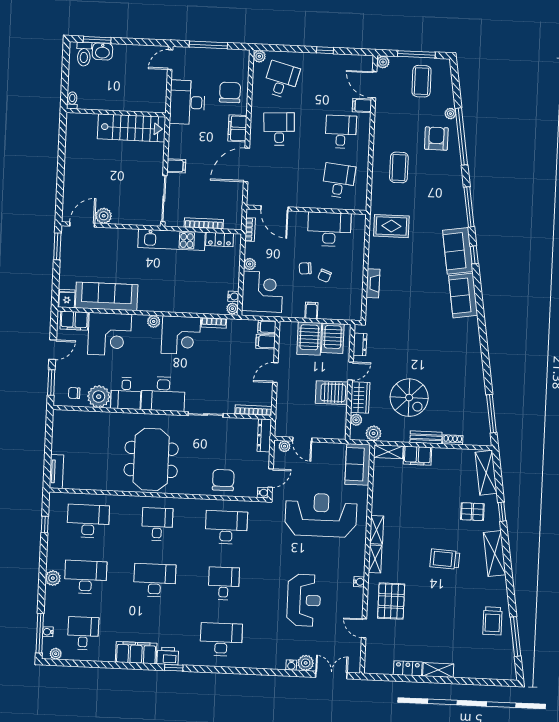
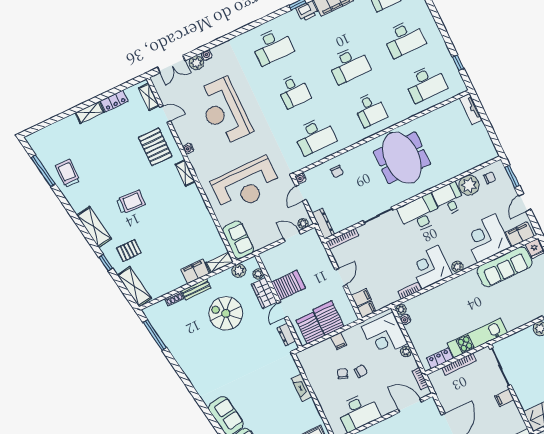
chair: (223, 480) -> (337, 172), width x0.54, depth x0.54
shelving: (377, 530) -> (149, 97), moved
plant: (53, 578) -> (429, 24), removed
reception desk: (304, 600) -> (224, 111), width x1.36, depth x1.30

